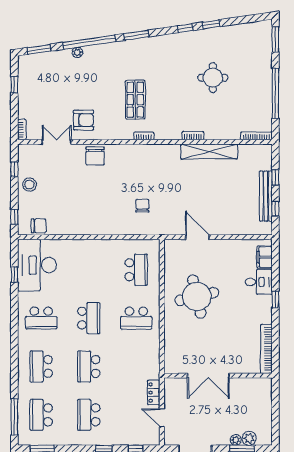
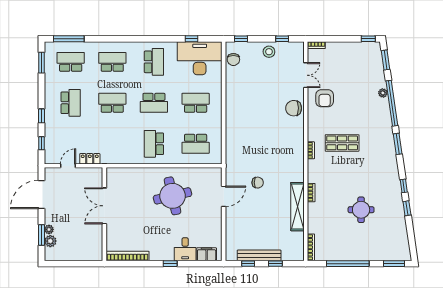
window: (14, 85) -> (368, 39), moved
chair: (142, 206) -> (258, 183), moved
school desk: (89, 270) -> (196, 103), added
school desk: (41, 318) -> (154, 62), turned 180
school desk: (89, 415) -> (71, 103), turned 90

